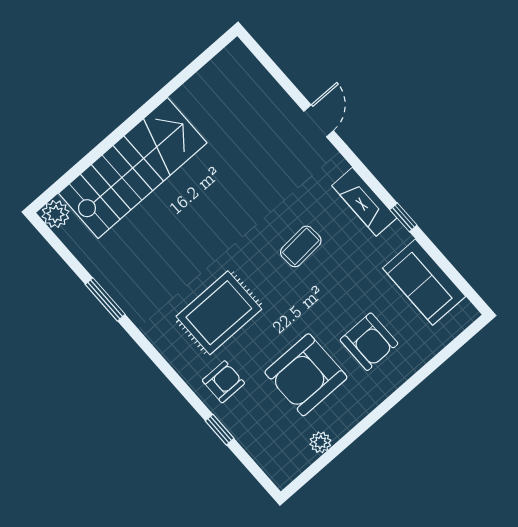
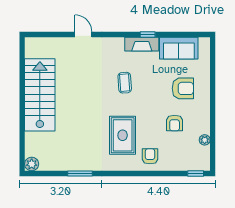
stairs: (133, 168) -> (40, 95), moved
fireplace: (364, 202) -> (142, 44), moved
armchair: (306, 375) -> (175, 123), width x0.53, depth x0.53
window: (220, 430) -> (196, 174), moved

